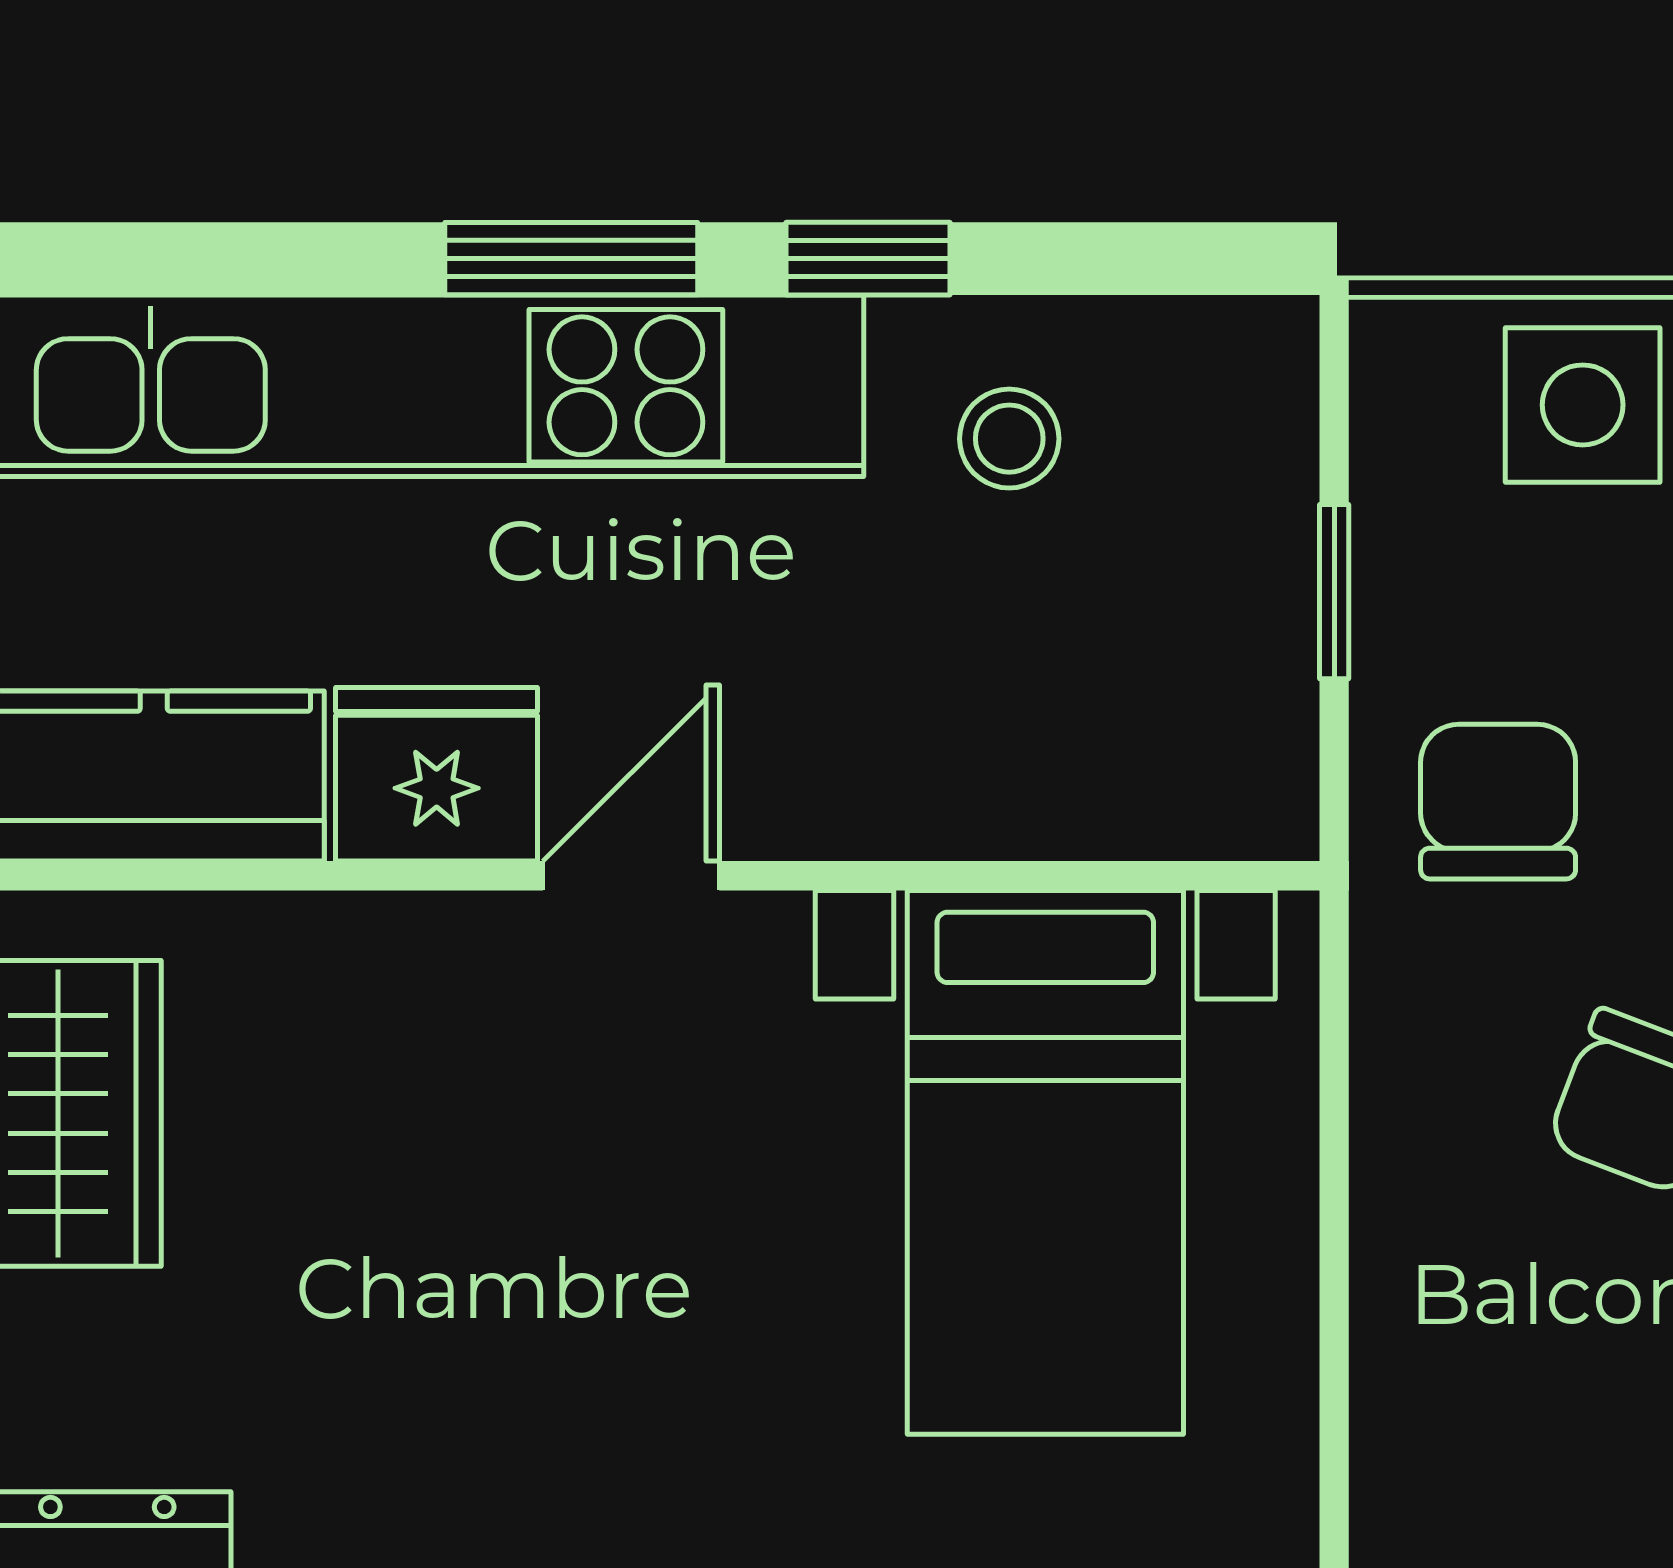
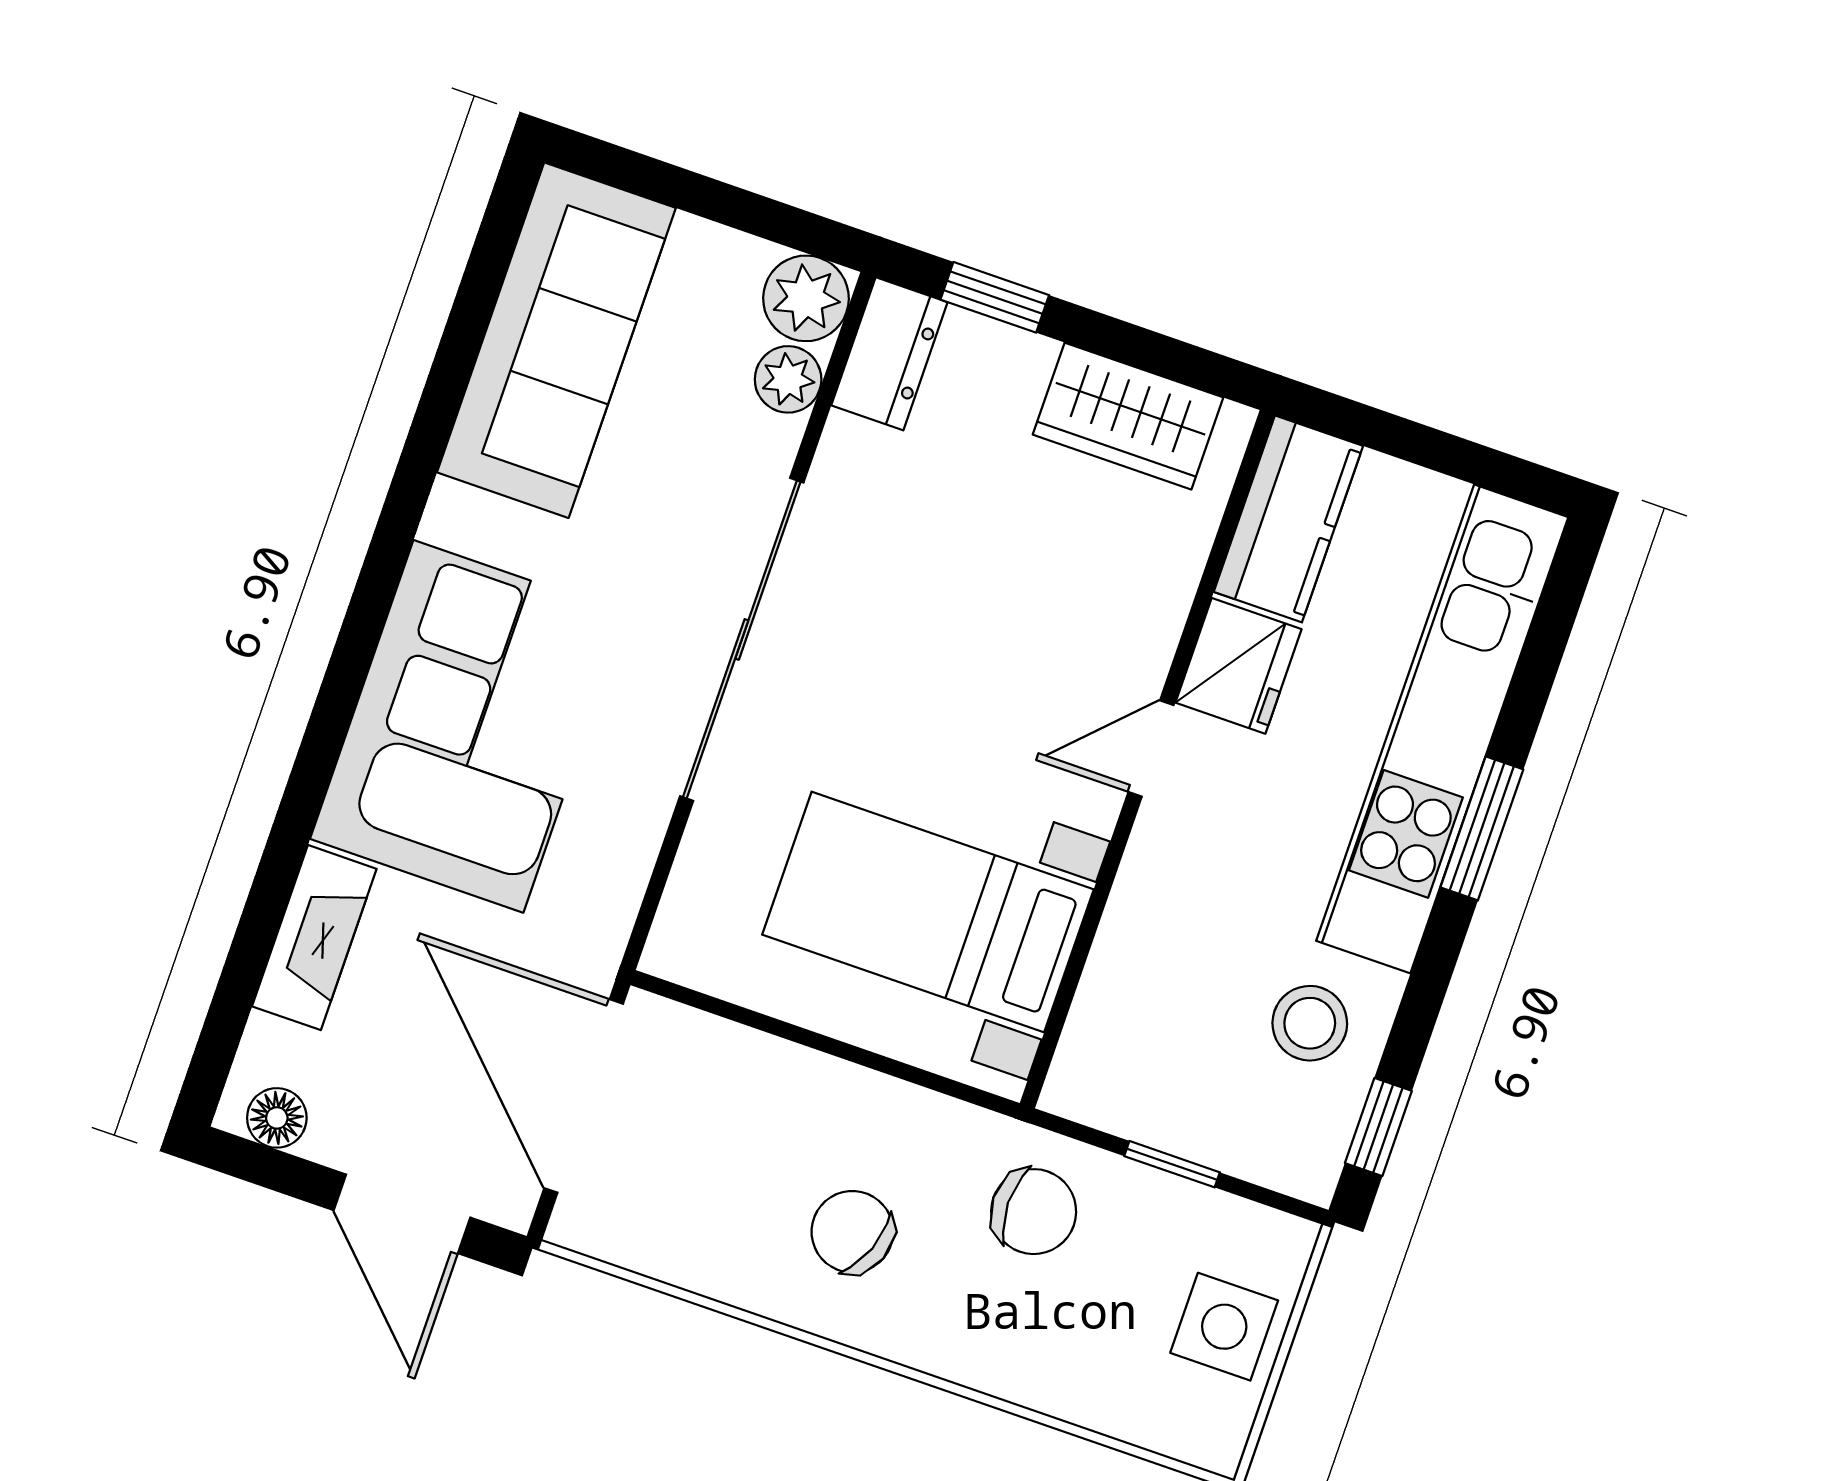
window: (868, 259) -> (1378, 1127), moved
stool: (1009, 439) -> (1310, 1023), width x1.37, depth x1.37
door: (631, 876) -> (1151, 749), swing flipped

